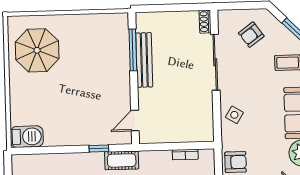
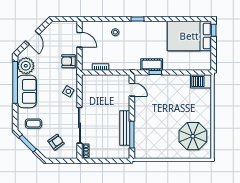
door: (135, 121) -> (132, 90), hinge flipped
cot: (122, 160) -> (152, 64), moved

